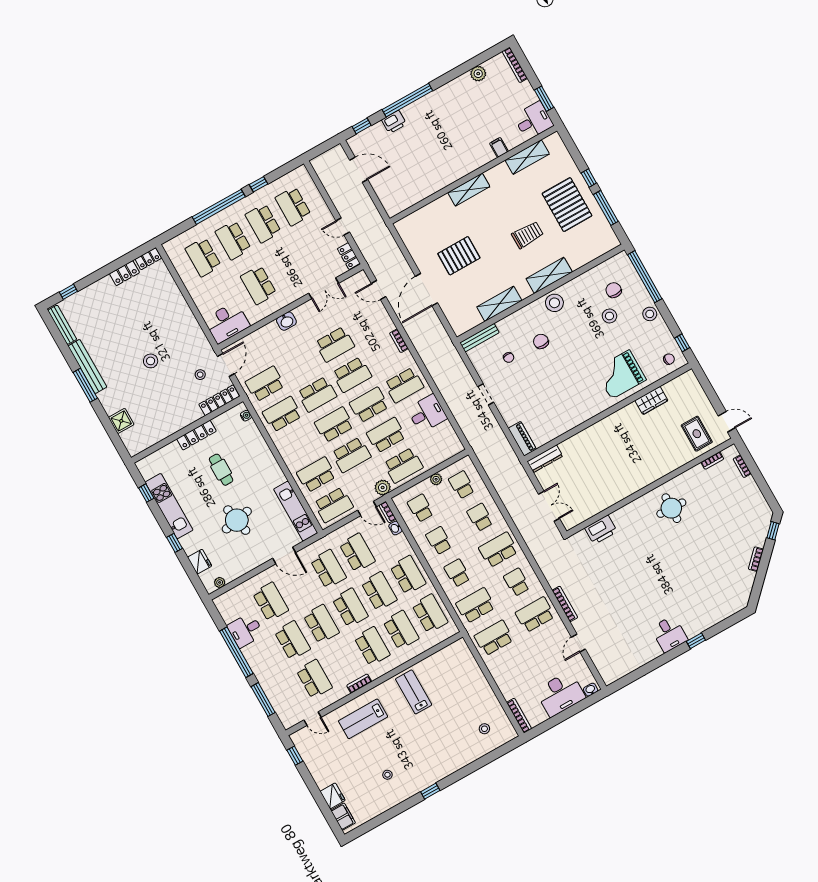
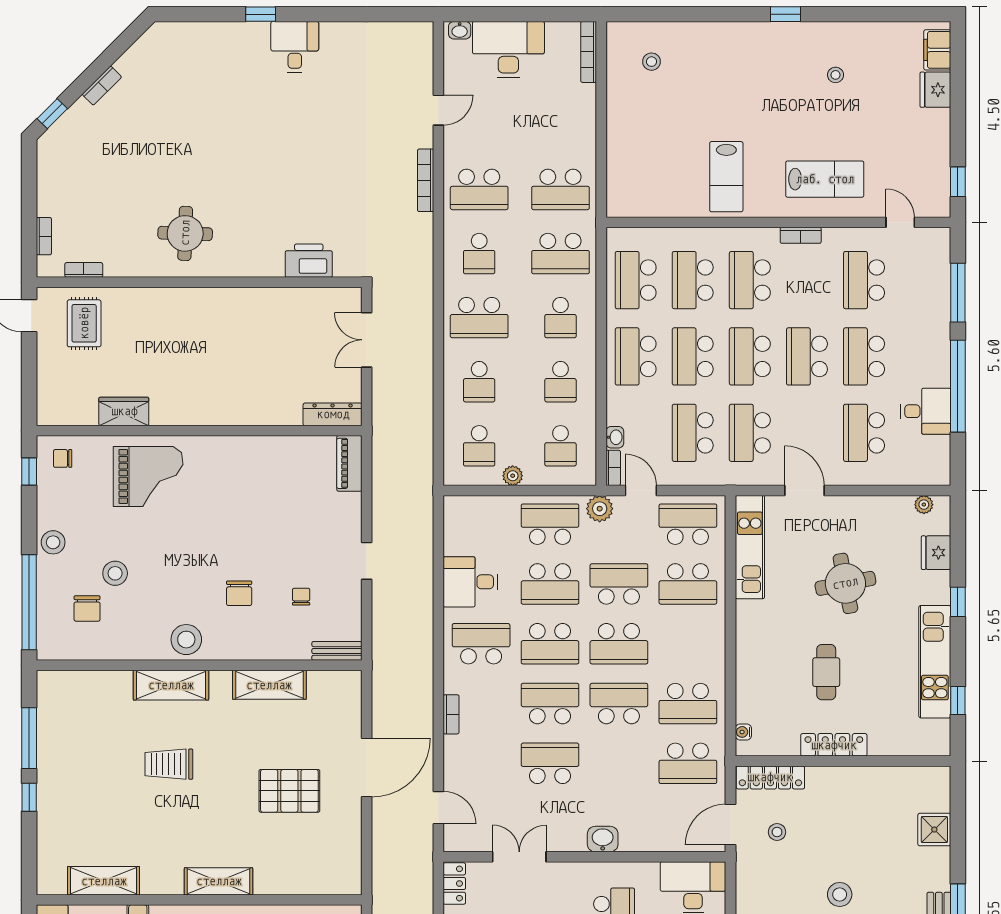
pallet: (567, 205) -> (84, 776), removed
bench: (479, 338) -> (337, 651), width x0.73

